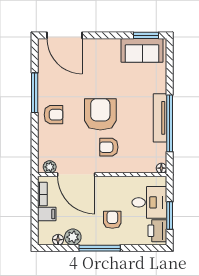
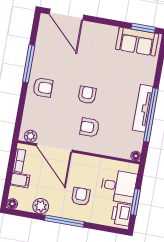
armchair: (100, 114) -> (87, 95), width x0.53, depth x0.53
floor lamp: (58, 240) -> (12, 204), moved

